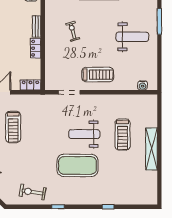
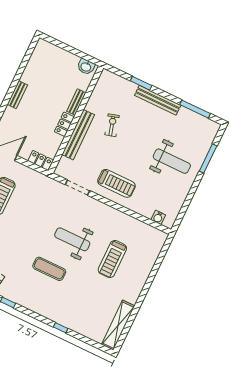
bench: (50, 51) -> (78, 135), added
shelving: (151, 149) -> (118, 325), moved
exercise mat: (77, 165) -> (49, 269), width x0.50, depth x0.69

